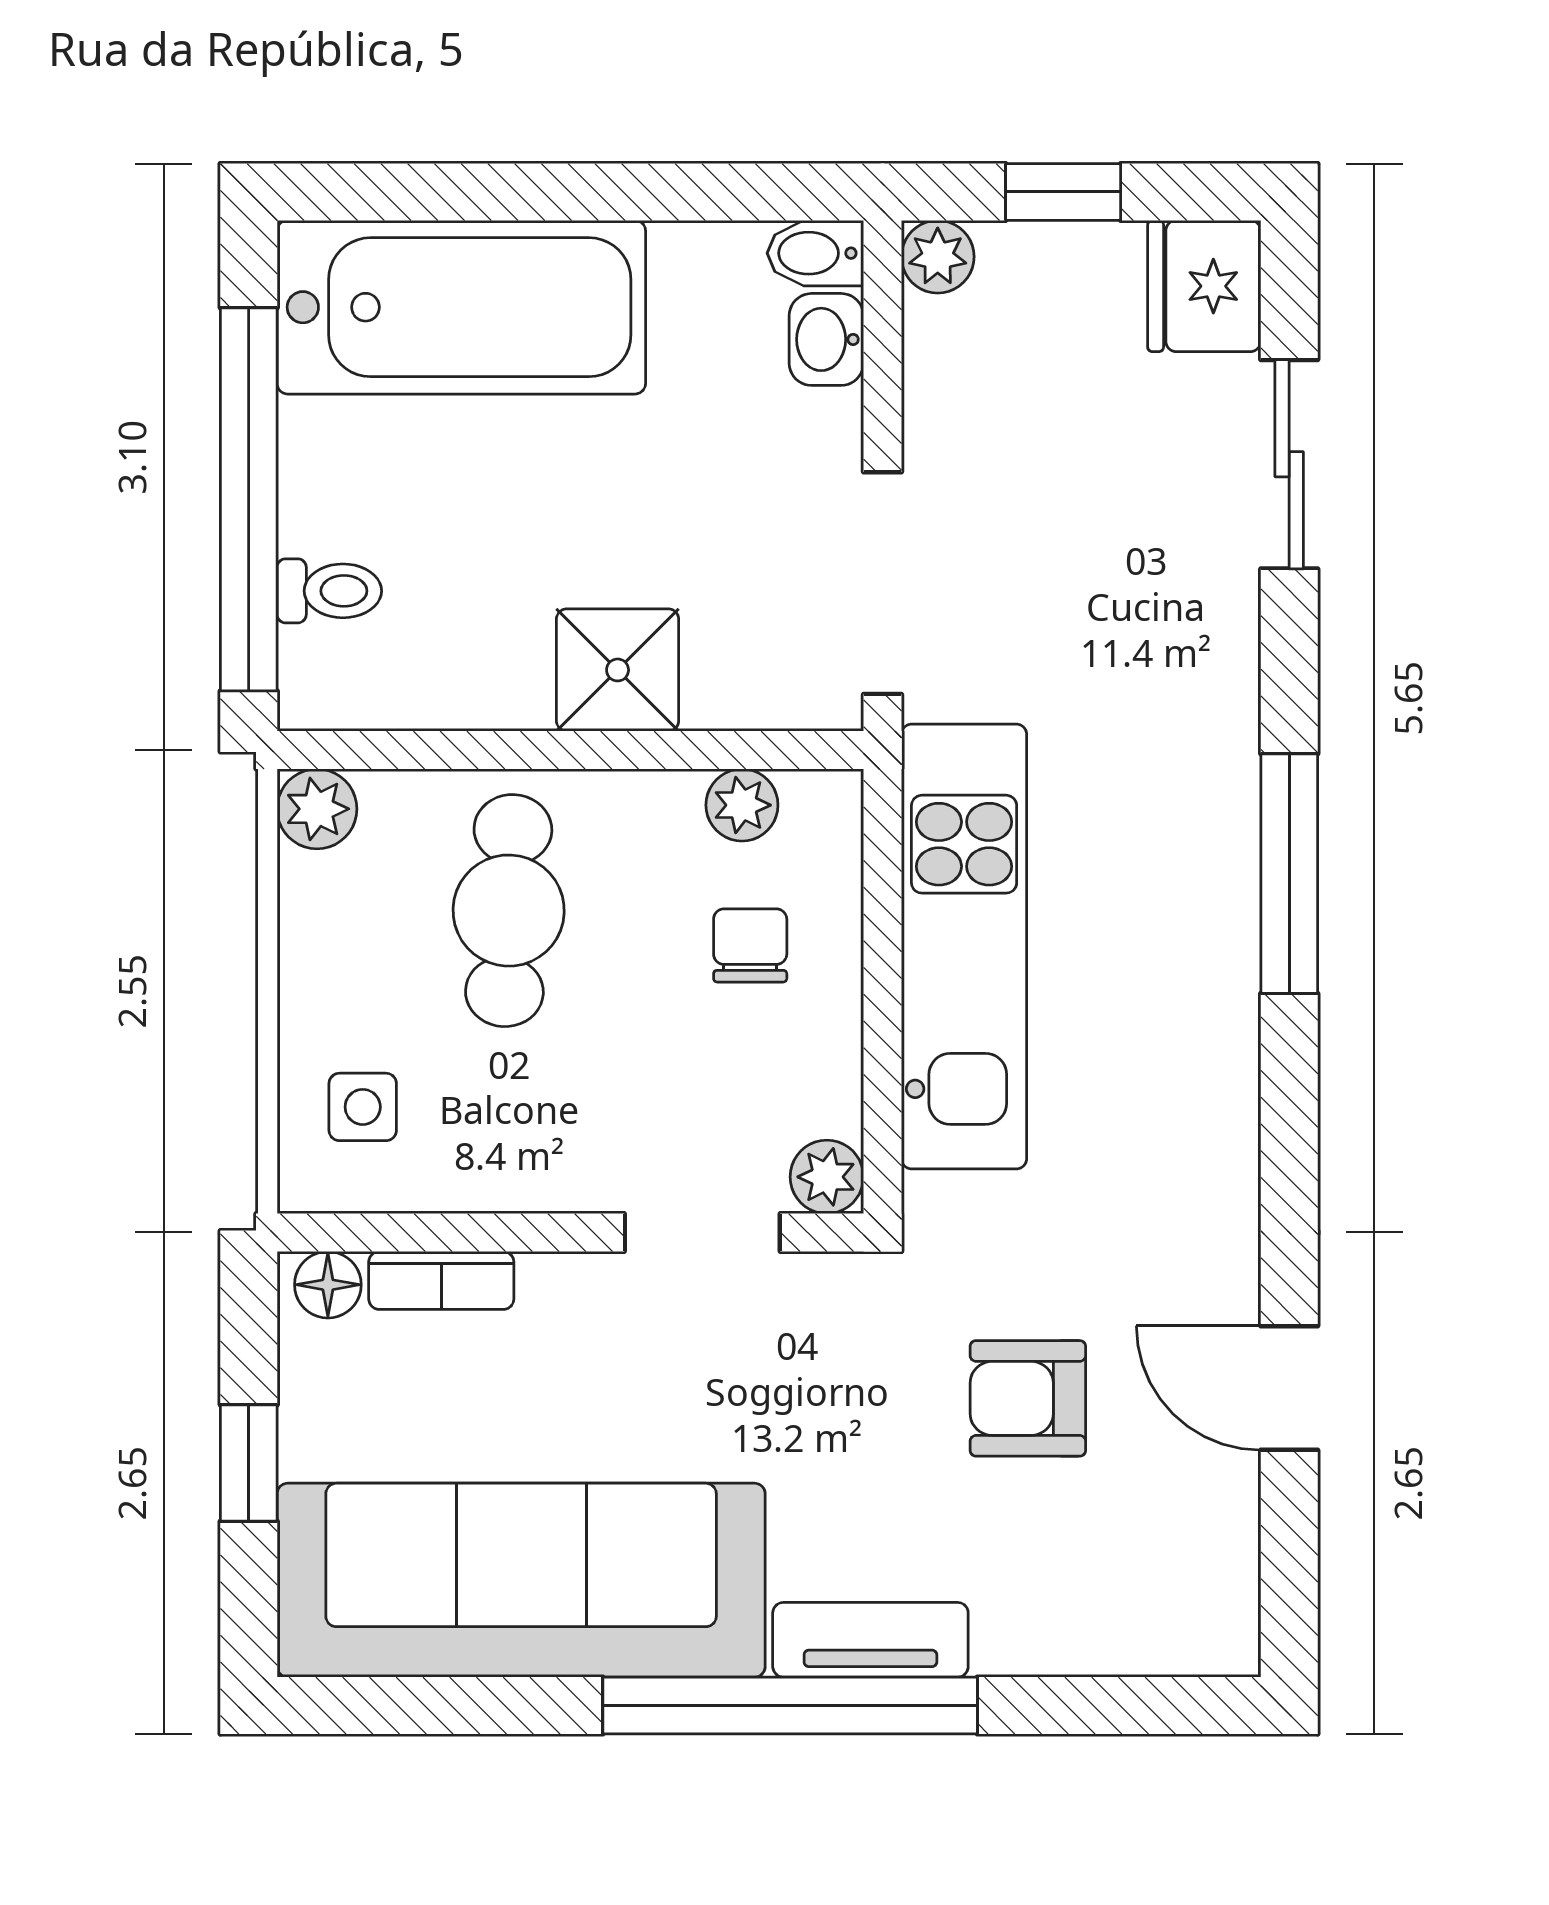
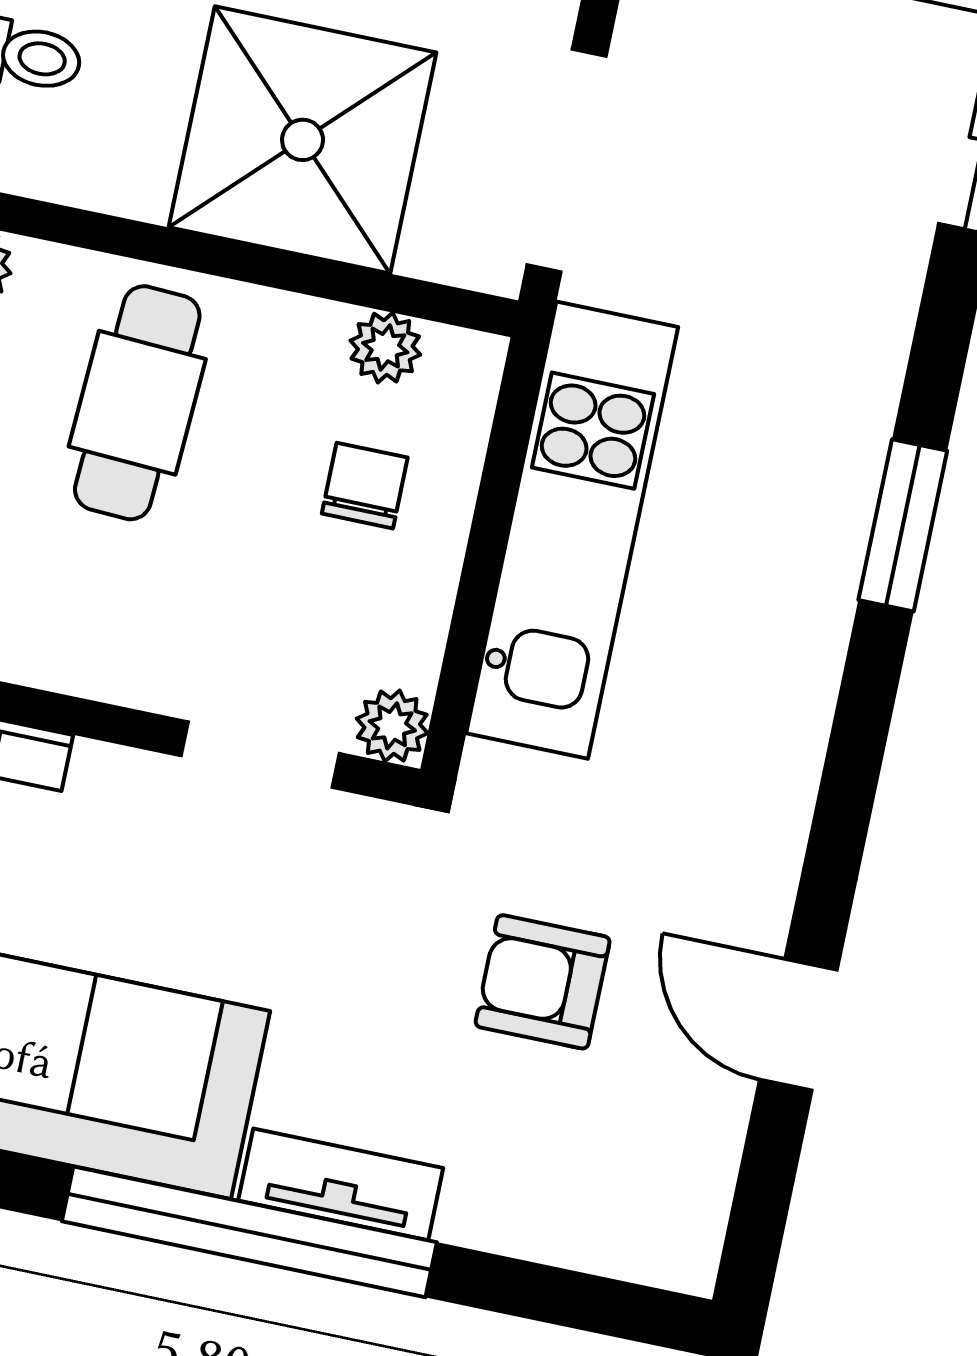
shower: (618, 670) -> (303, 140), width x1.86, depth x1.86
window: (1289, 874) -> (903, 525), width x0.69

